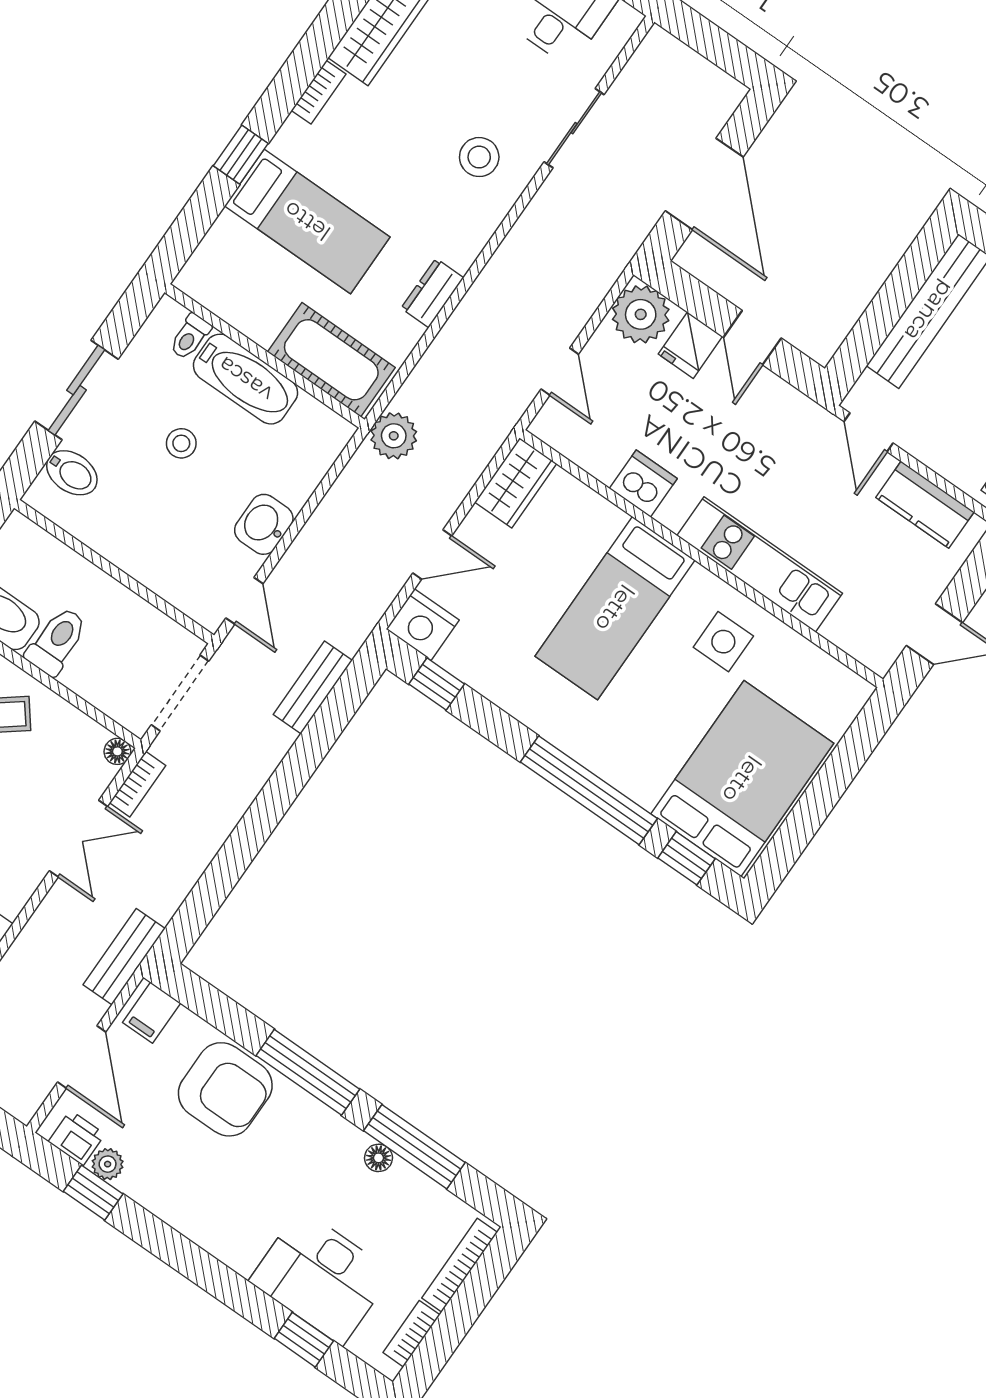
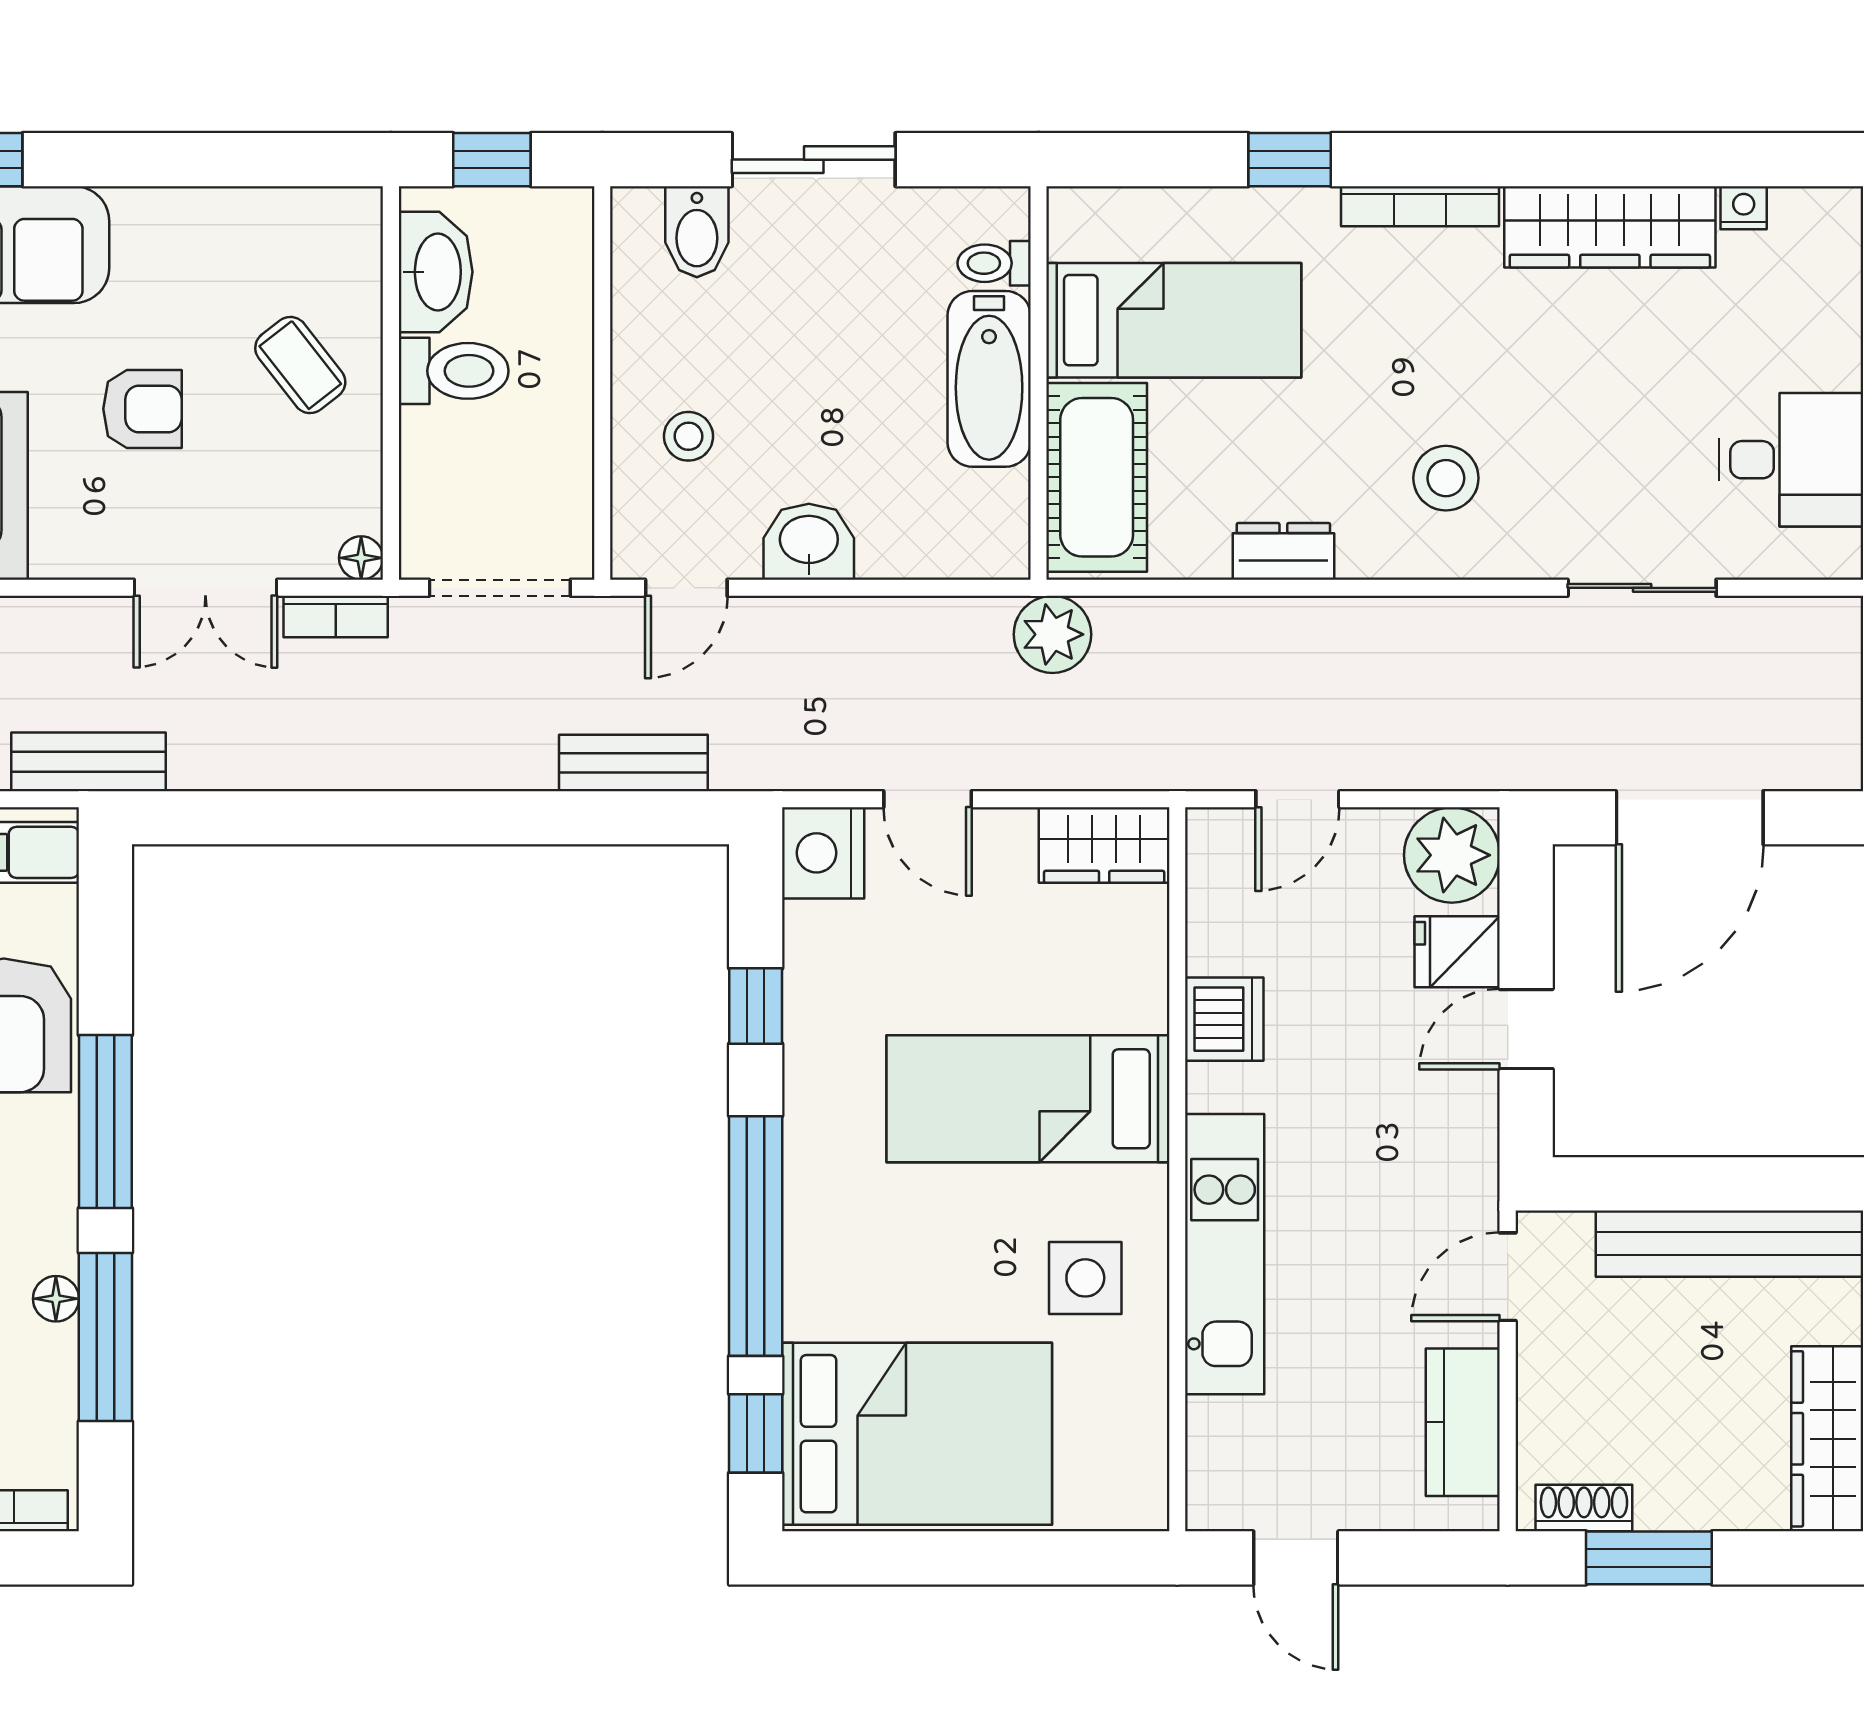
bookcase: (319, 92) -> (1420, 206), width x1.56
stool: (479, 157) -> (1446, 478), moved
bed: (307, 221) -> (1174, 320), moved, turned -90
stool: (181, 443) -> (688, 436), moved
window: (437, 684) -> (756, 1006), moved

